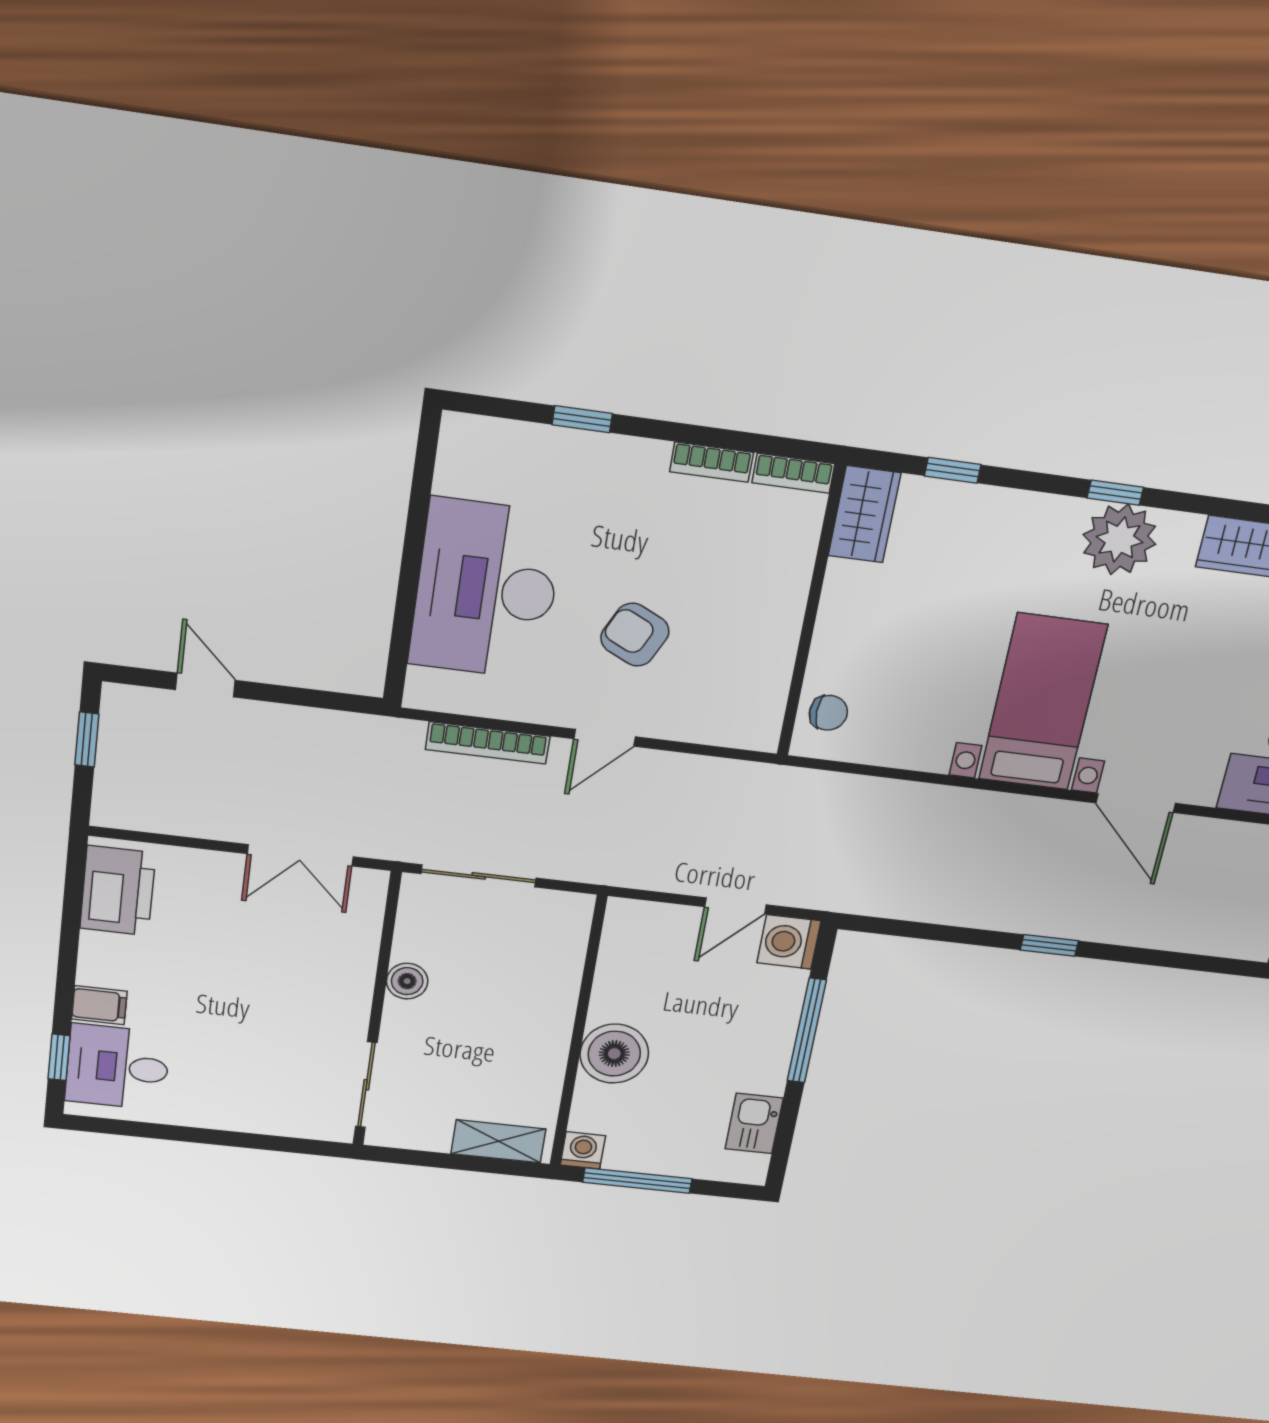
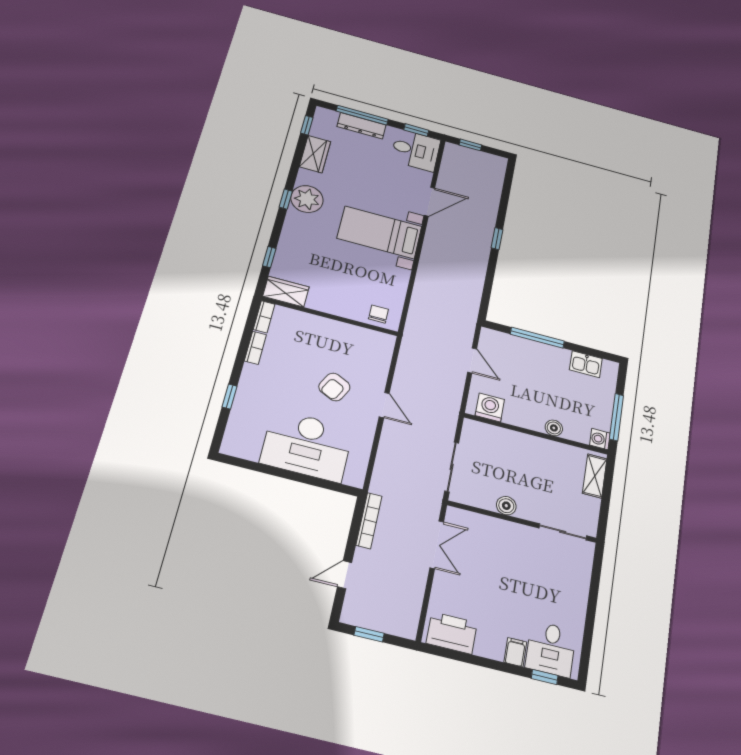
bookcase: (488, 743) -> (369, 521), moved
washing machine: (789, 942) -> (490, 407), moved, turned 180
boiler: (614, 1054) -> (554, 428), width x0.54, depth x0.54

